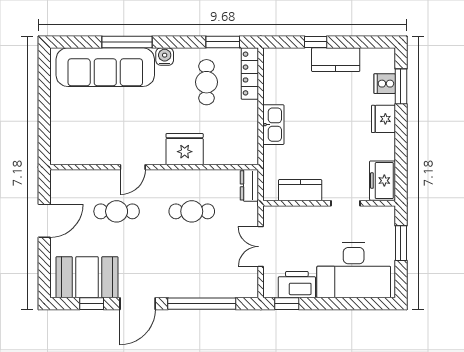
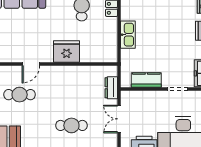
dresser: (249, 185) -> (111, 88), moved
cafe table: (192, 211) -> (71, 125), moved

